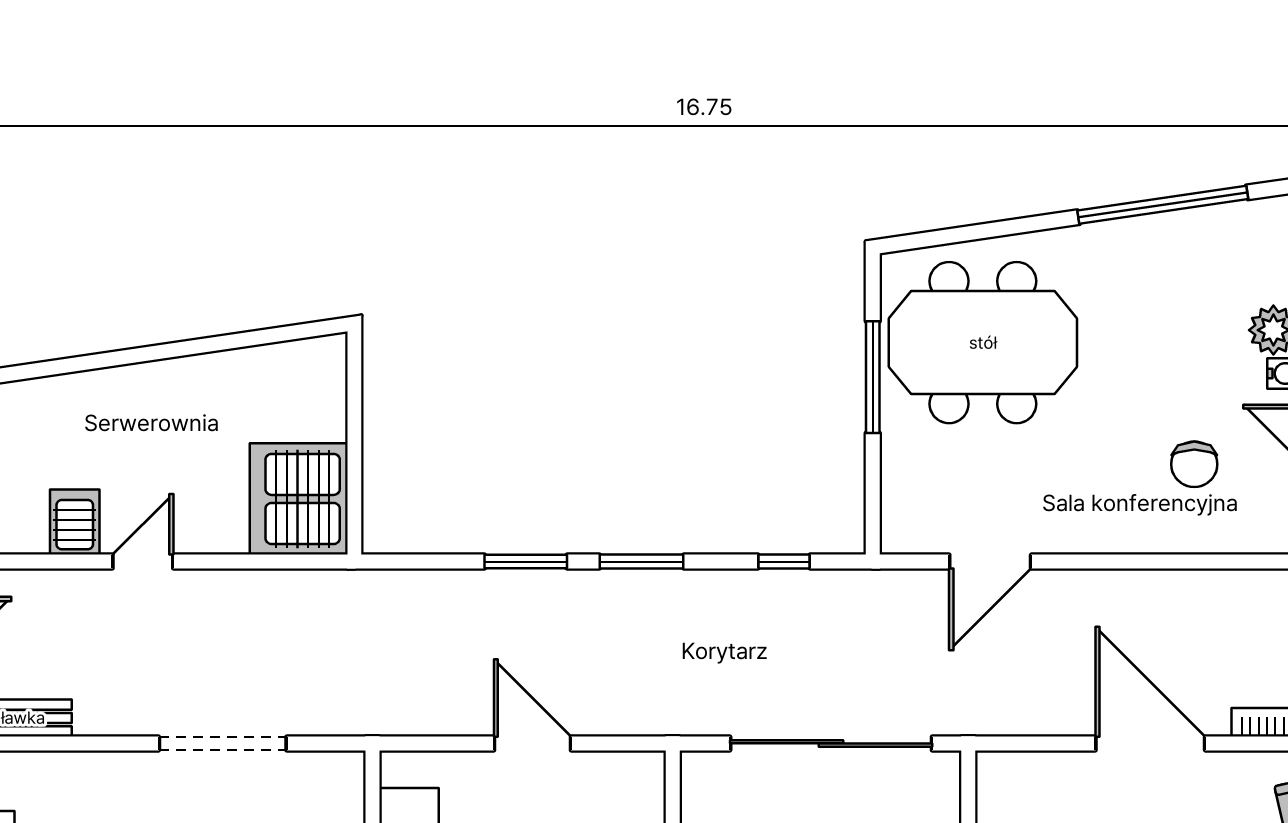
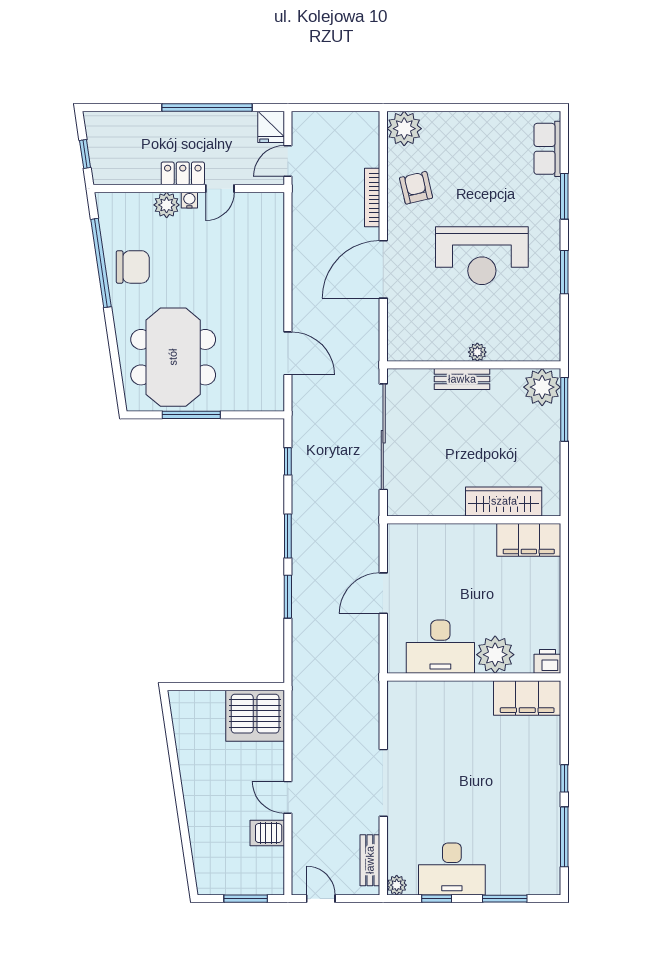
chair: (1194, 464) -> (133, 267), moved, width x1.37, depth x1.37
doorway: (223, 743) -> (383, 783), moved

